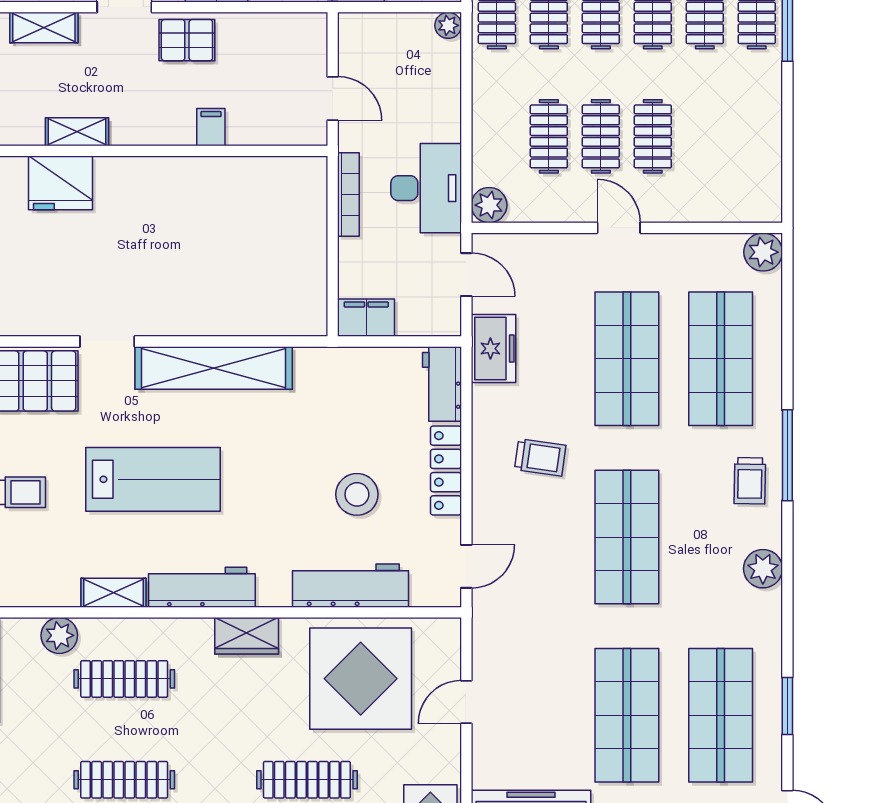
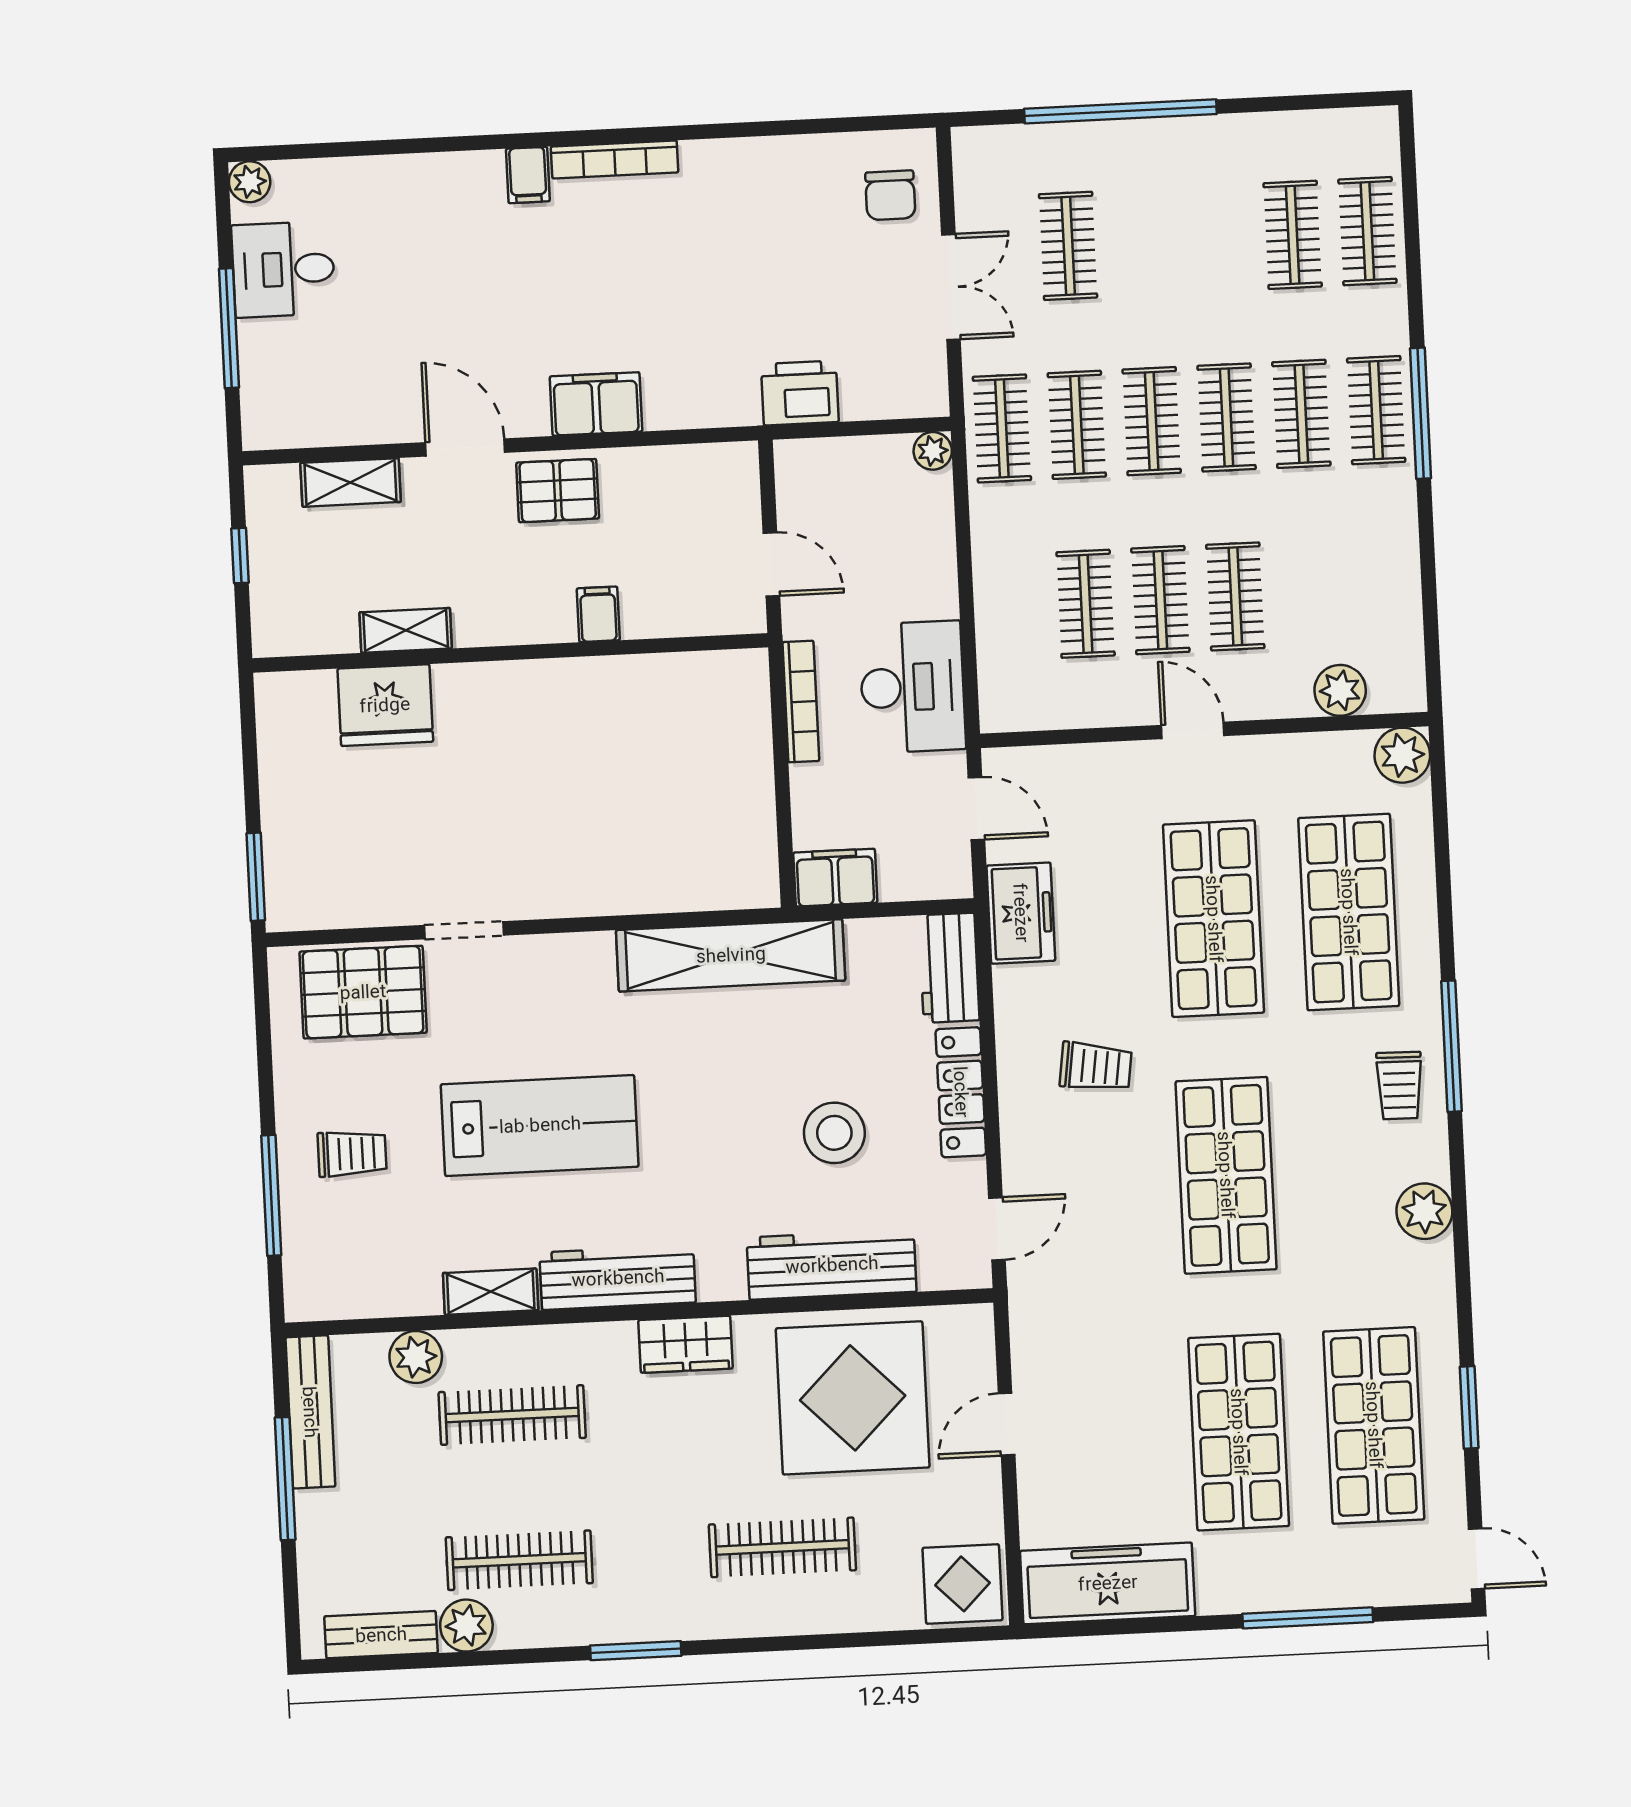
plant: (489, 205) -> (1340, 690), moved
shelving: (214, 368) -> (731, 955), moved

